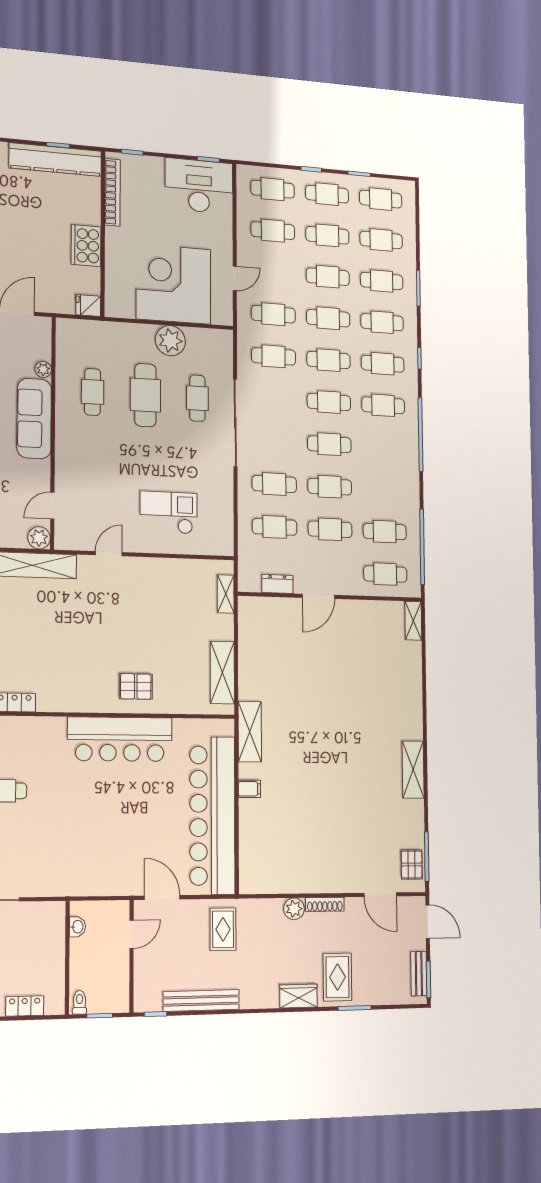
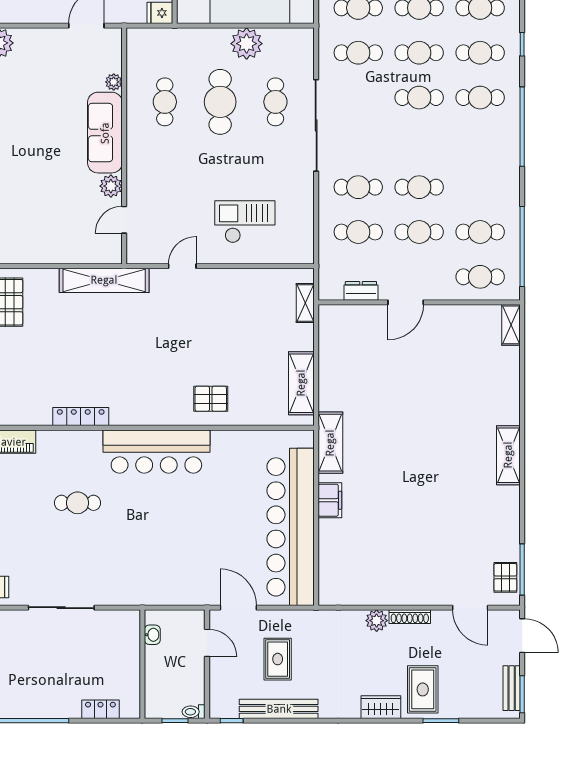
cafe table: (329, 444) -> (419, 142), removed
plant: (39, 538) -> (111, 186), moved
bar counter: (120, 739) -> (156, 452), moved
shelving: (413, 770) -> (508, 455), moved
filing cabinet: (249, 789) -> (330, 500), width x2.00
rug: (223, 929) -> (278, 659), moved
door: (132, 934) -> (207, 643), hinge flipped
toilet: (79, 1002) -> (194, 712), moved, turned -90

